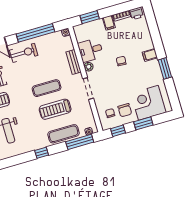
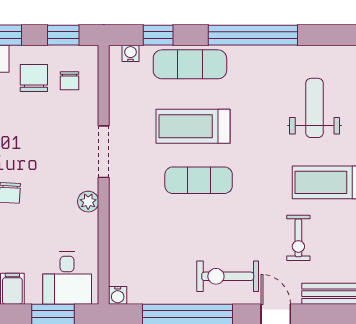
desk: (91, 50) -> (67, 278), moved, turned 90
bench: (74, 62) -> (119, 222), removed
treadmill: (55, 109) -> (193, 126), turned 180
window: (80, 142) -> (158, 35), width x0.46
window: (42, 153) -> (253, 35), width x3.17

